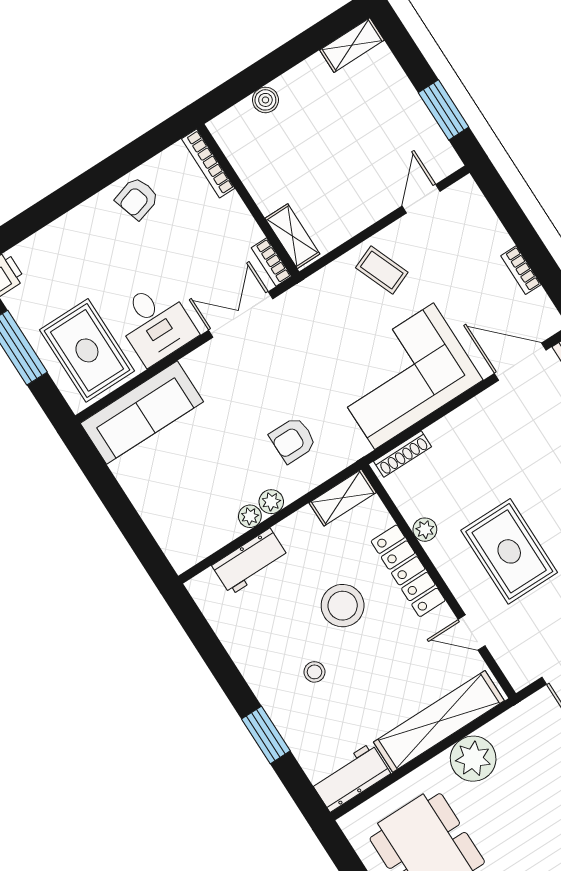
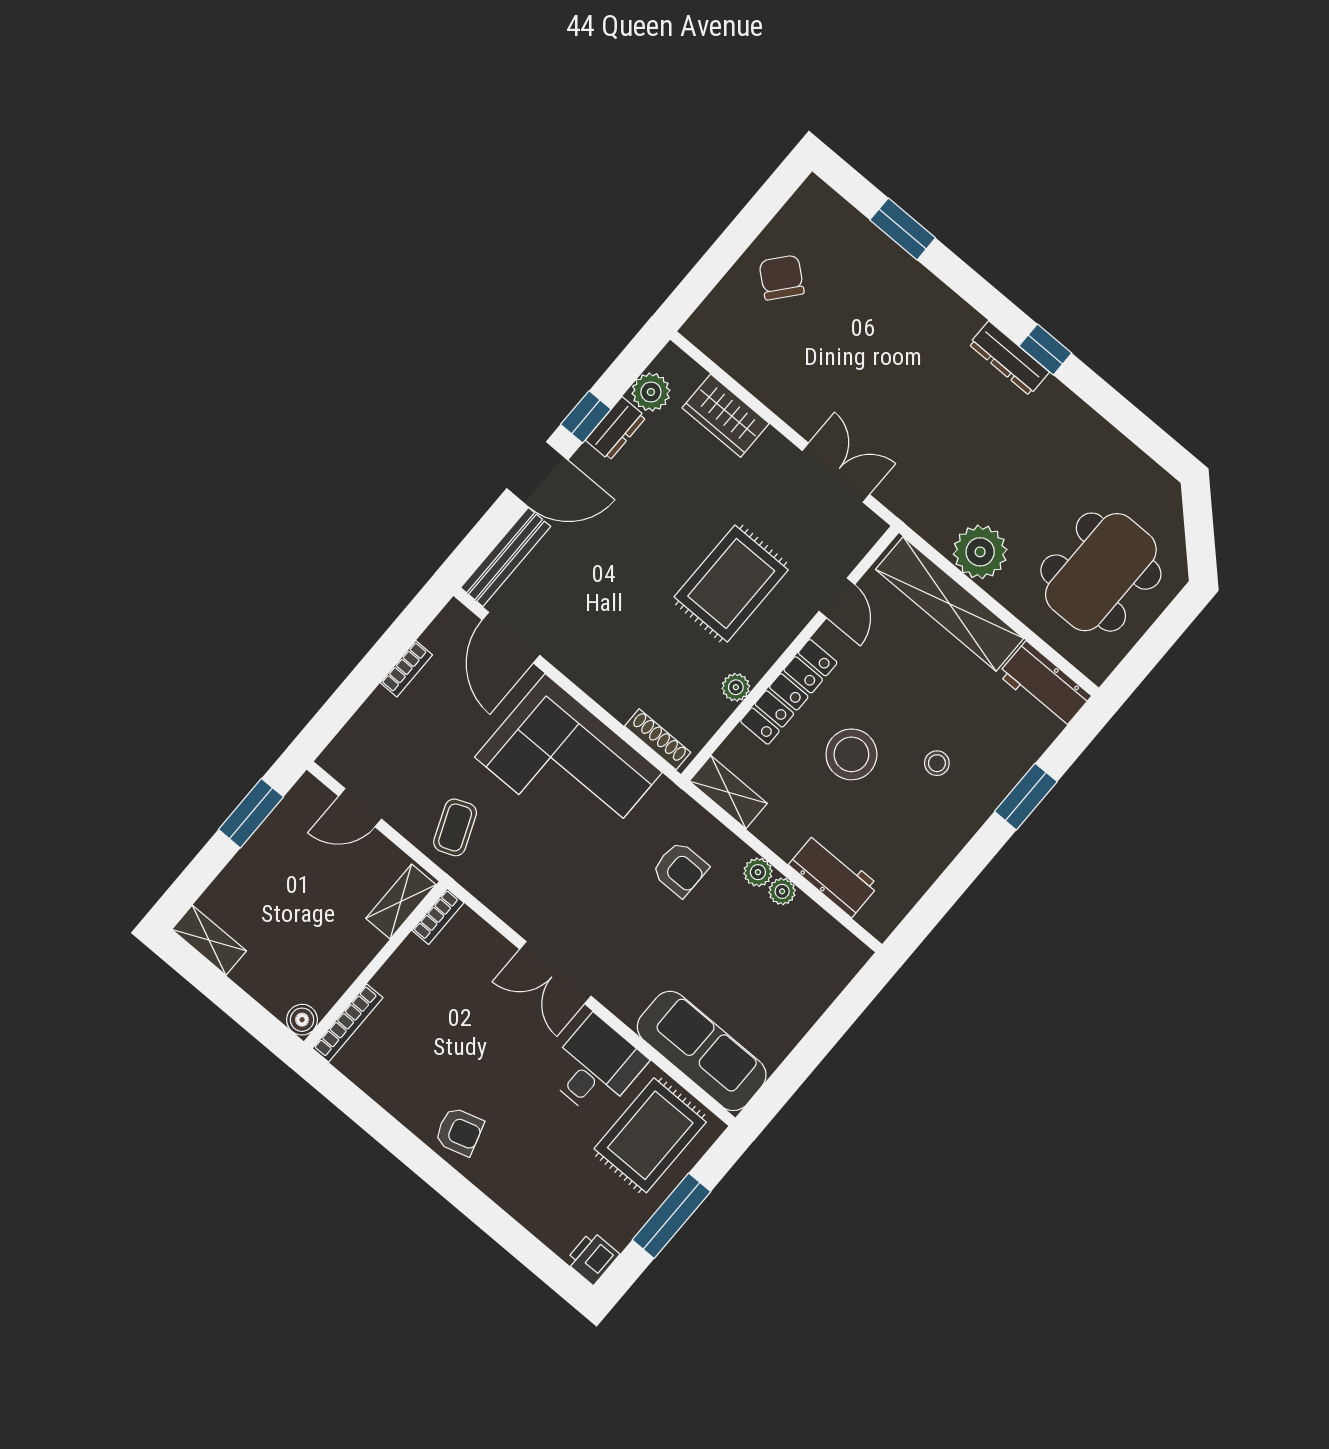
bookcase: (208, 163) -> (348, 1023), moved
wall: (248, 200) -> (376, 965), moved
shelving: (292, 236) -> (401, 902), moved
bookcase: (271, 262) -> (438, 916), moved

